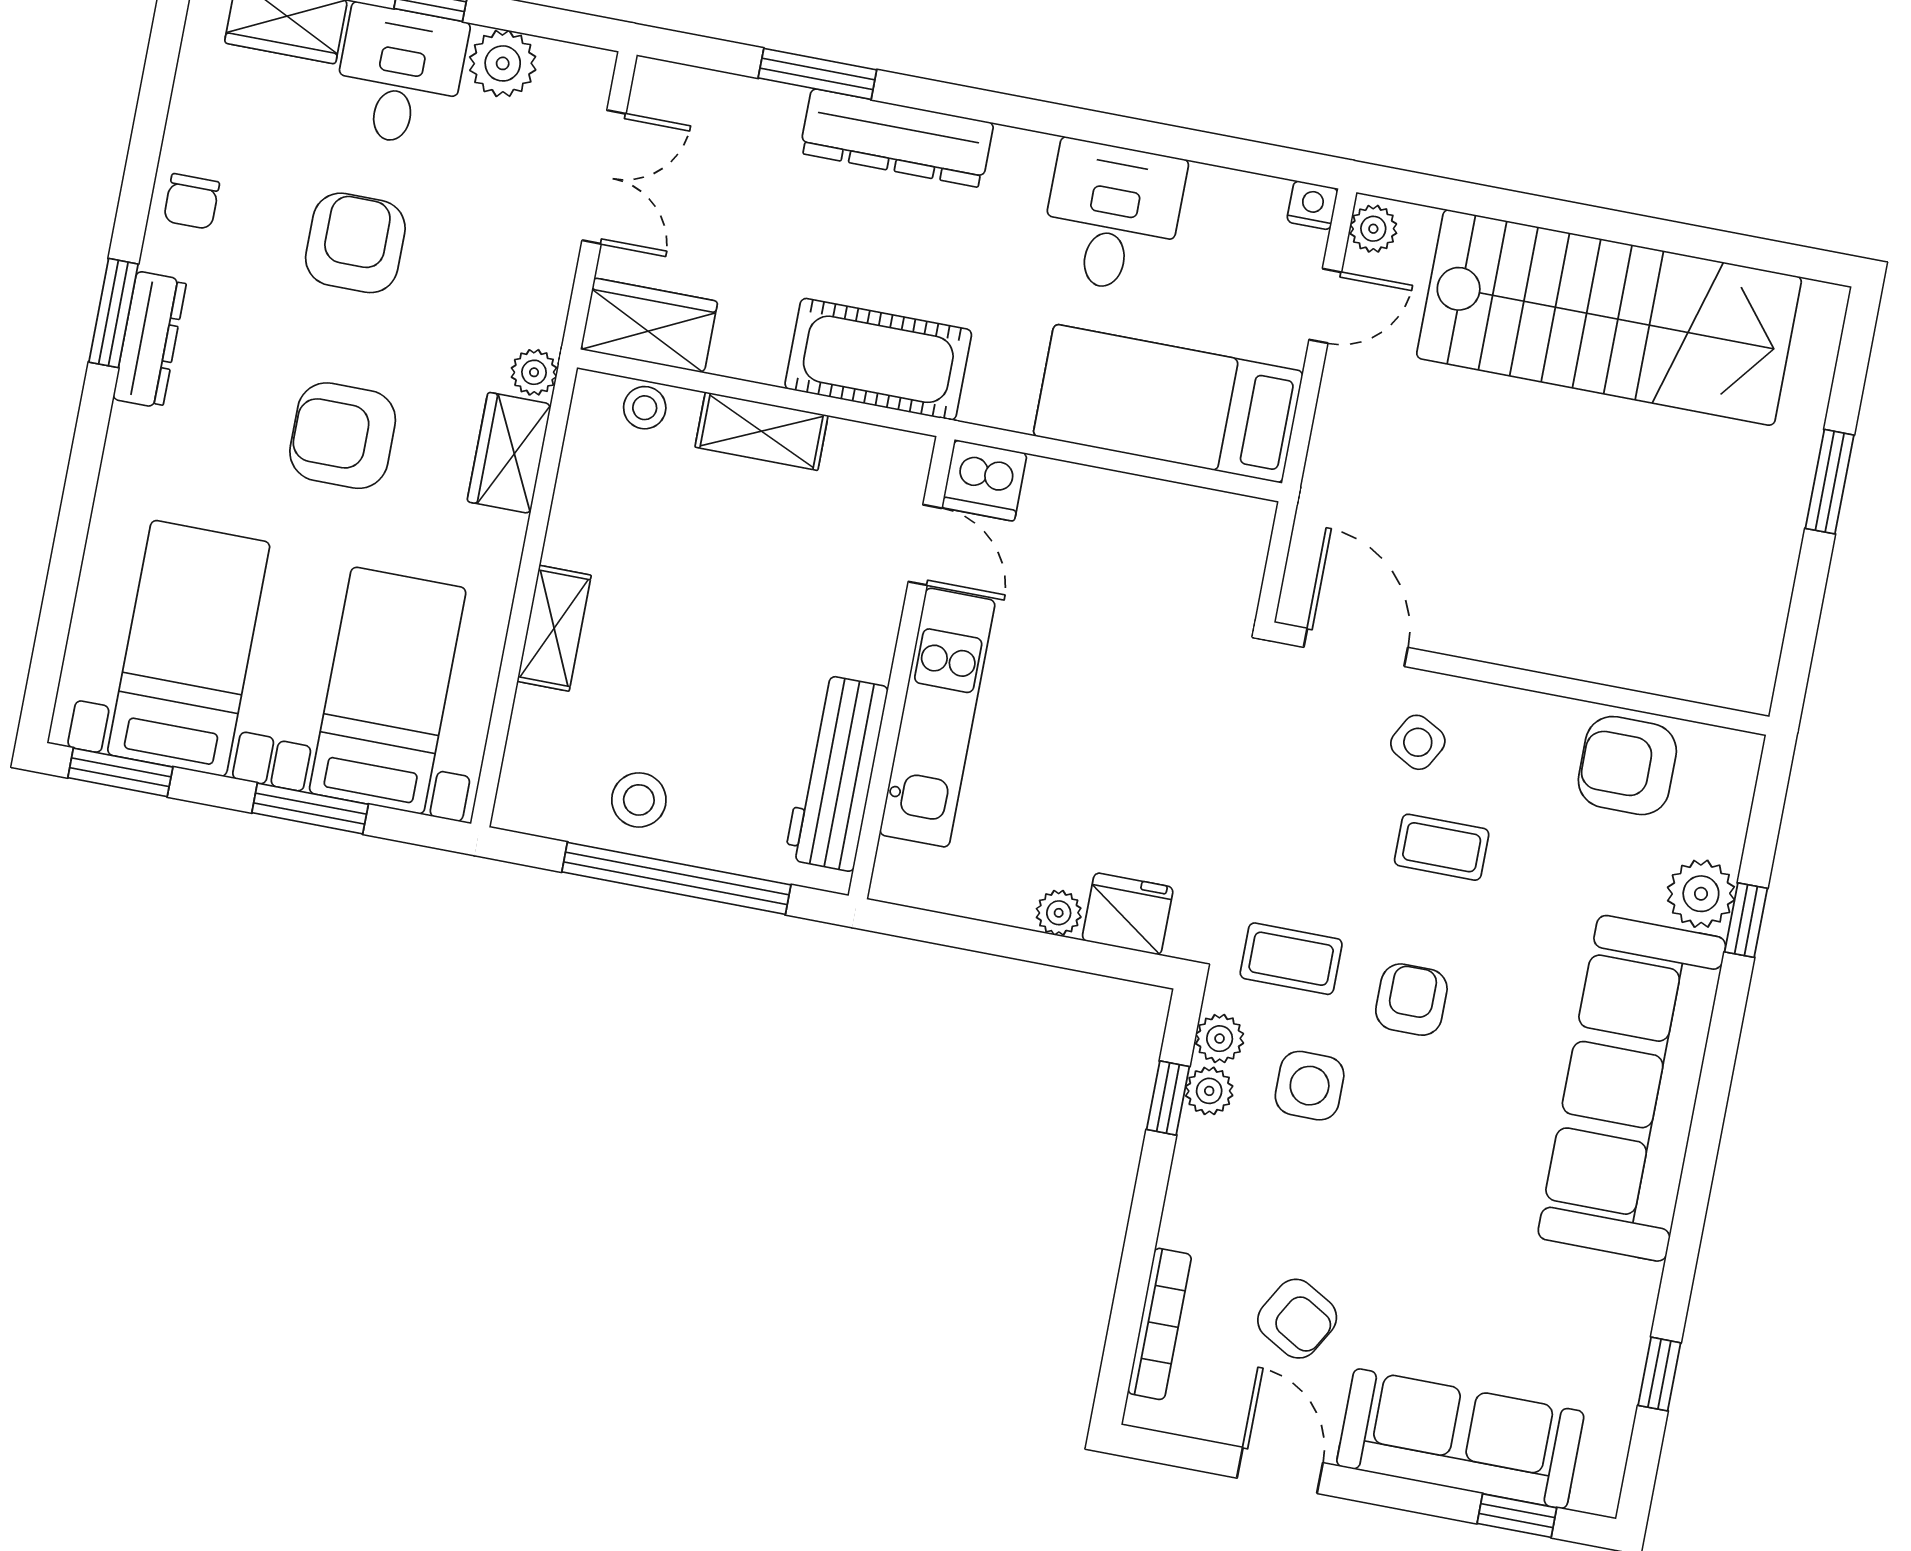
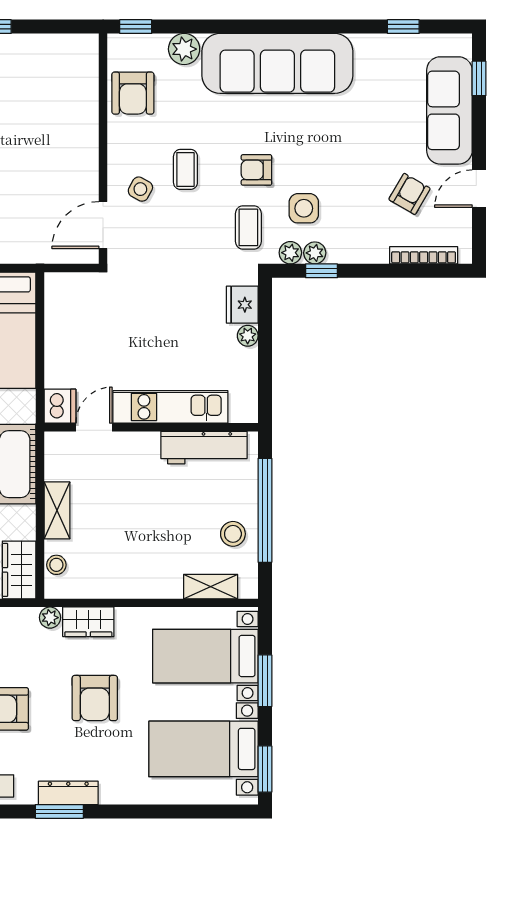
shelving: (554, 628) -> (211, 587), moved
window: (1746, 920) -> (136, 27), moved

